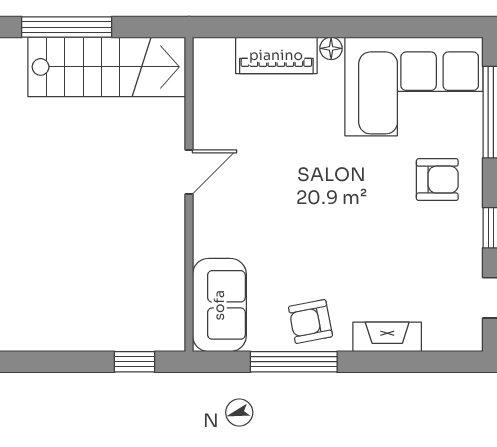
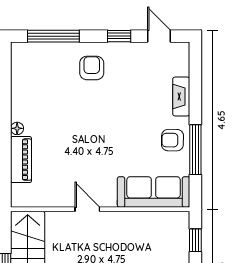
corner sofa: (414, 87) -> (39, 81), removed
sofa: (219, 305) -> (154, 192), width x1.36
armchair: (310, 322) -> (172, 140), turned 102

